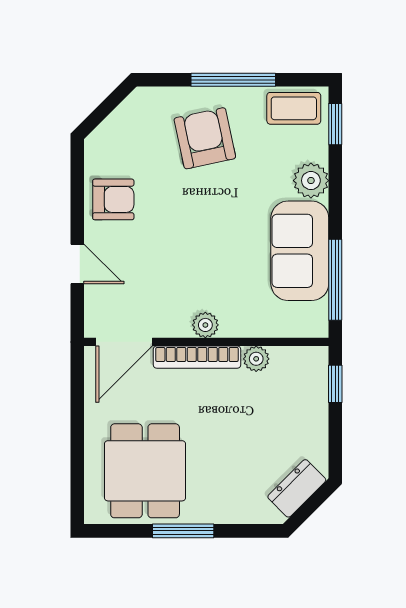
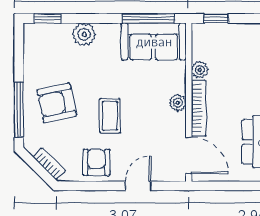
window: (233, 80) -> (19, 110), moved
coffee table: (294, 108) -> (110, 116), moved
bookcase: (111, 127) -> (49, 164), added
sofa: (300, 251) -> (154, 42), moved

